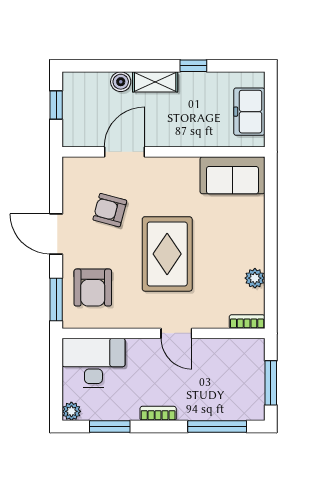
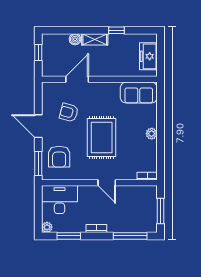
plant: (255, 278) -> (152, 134), moved

